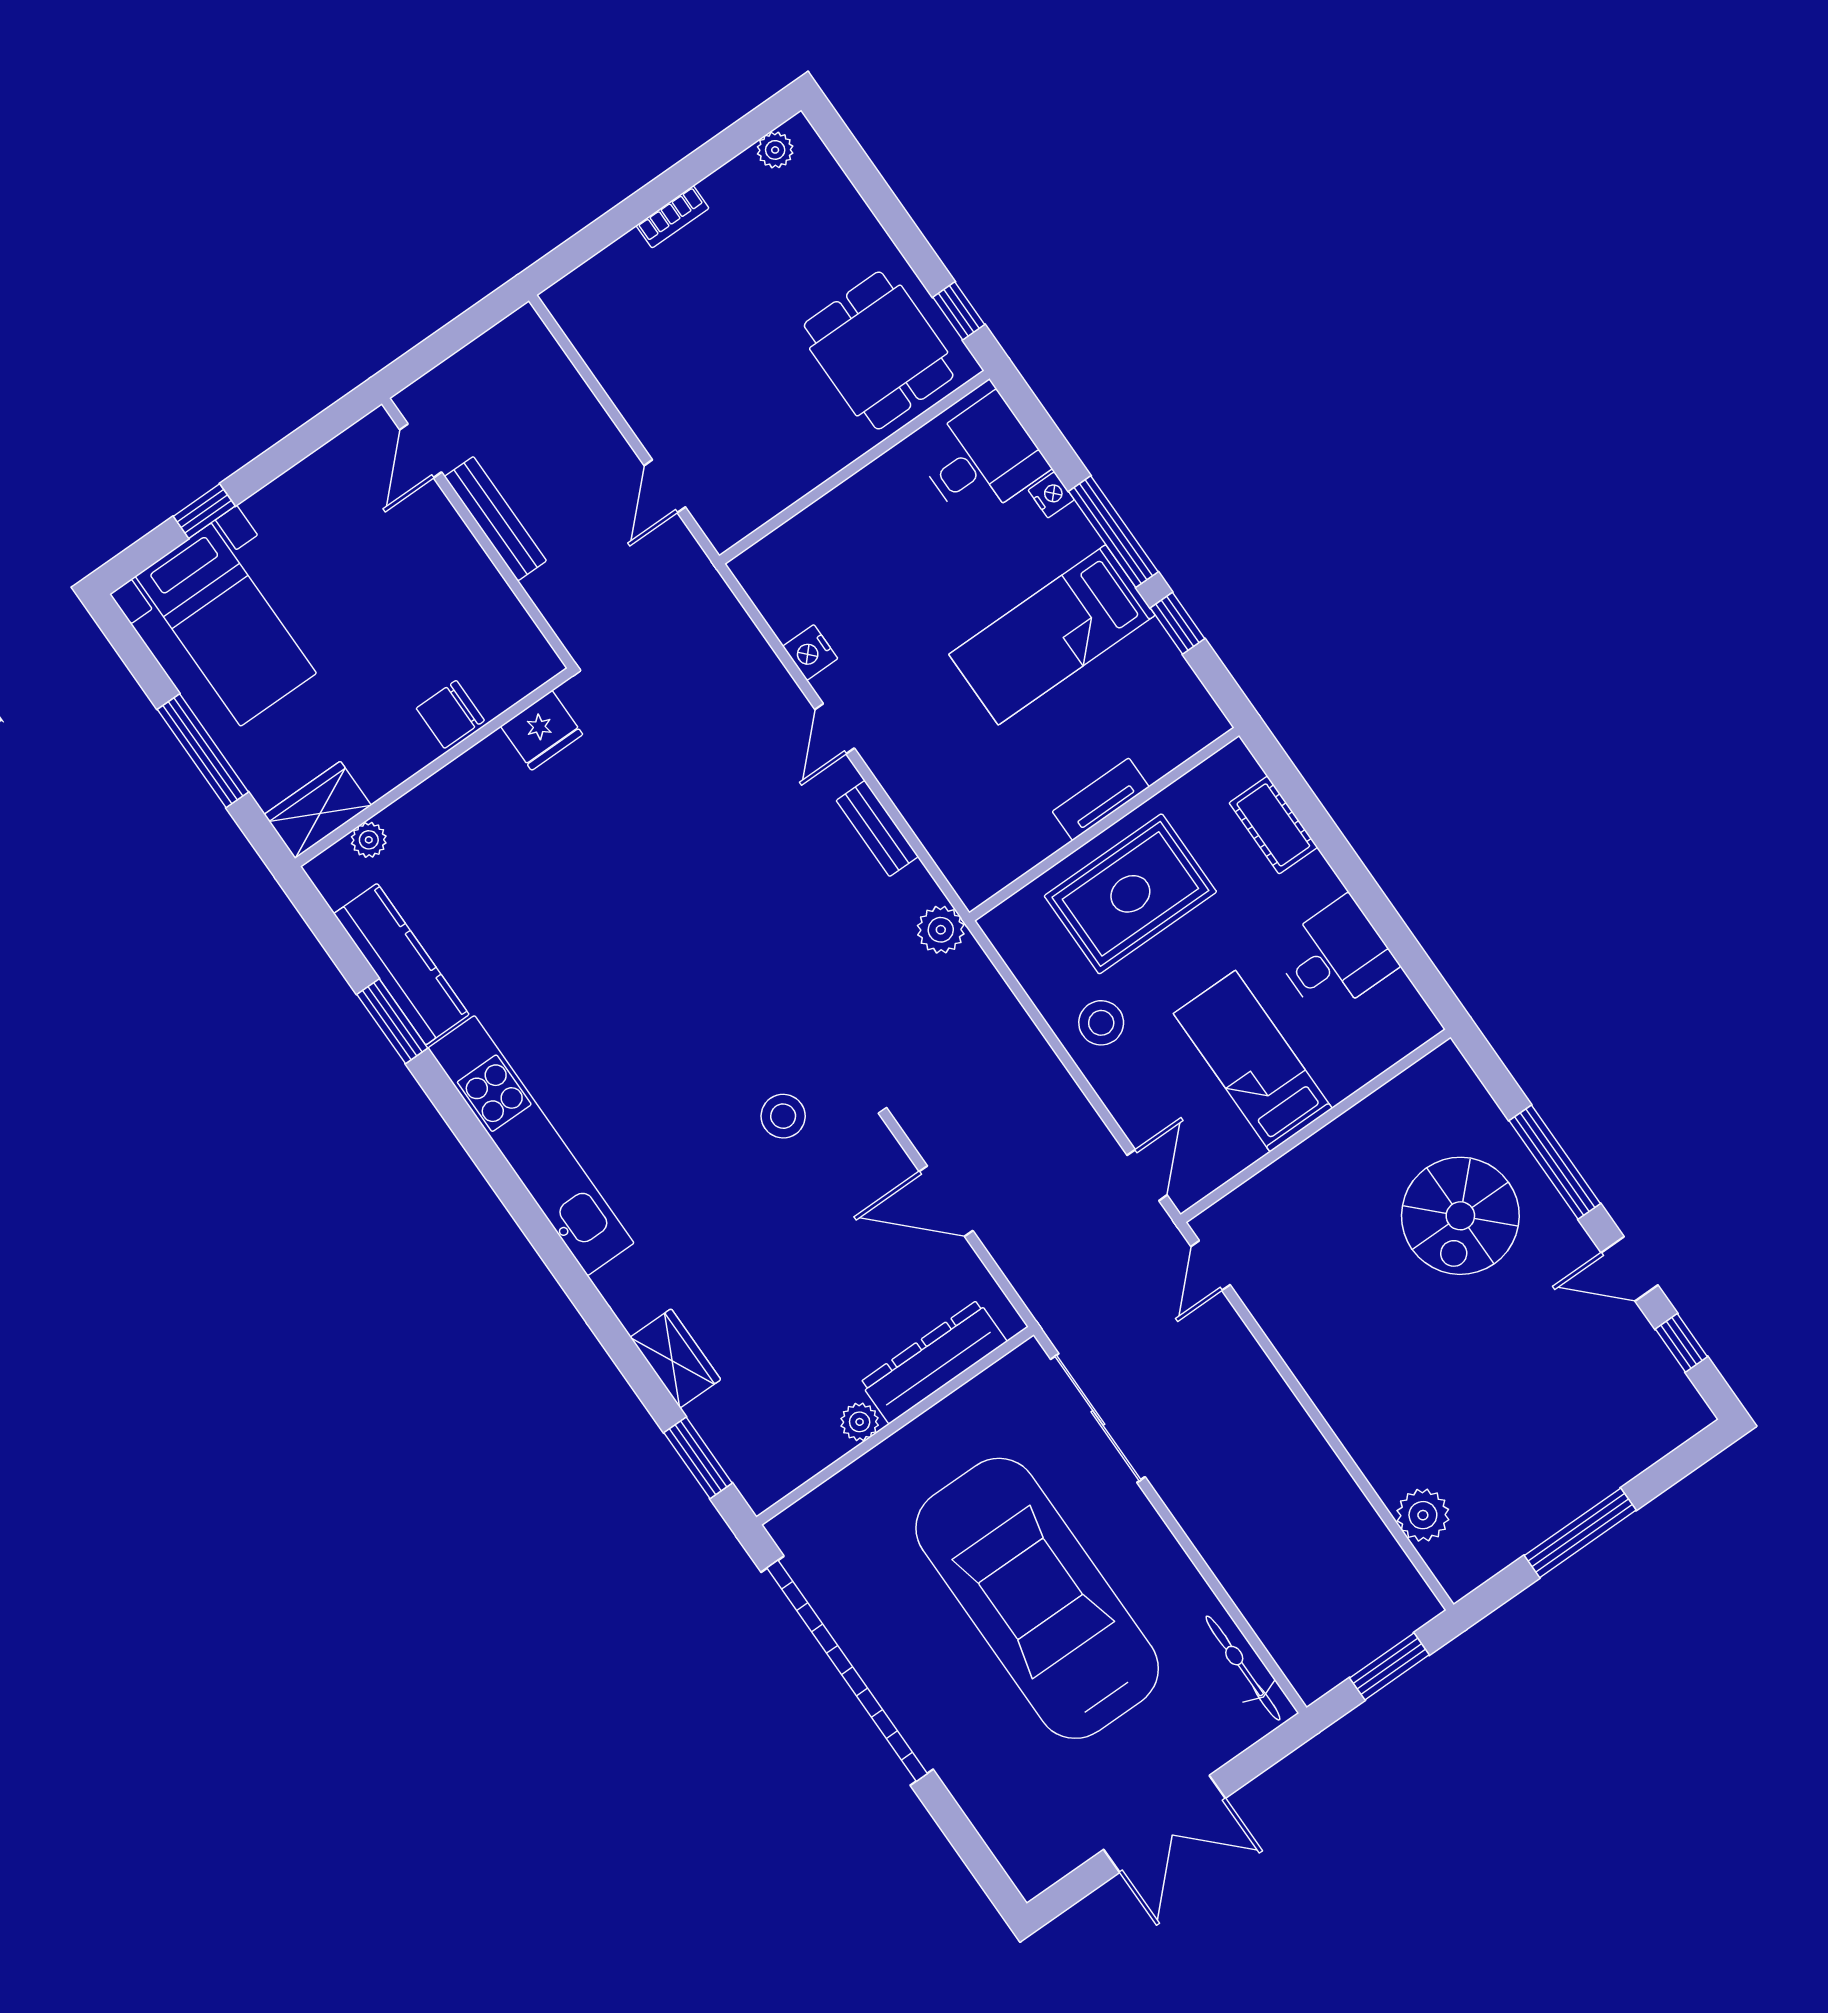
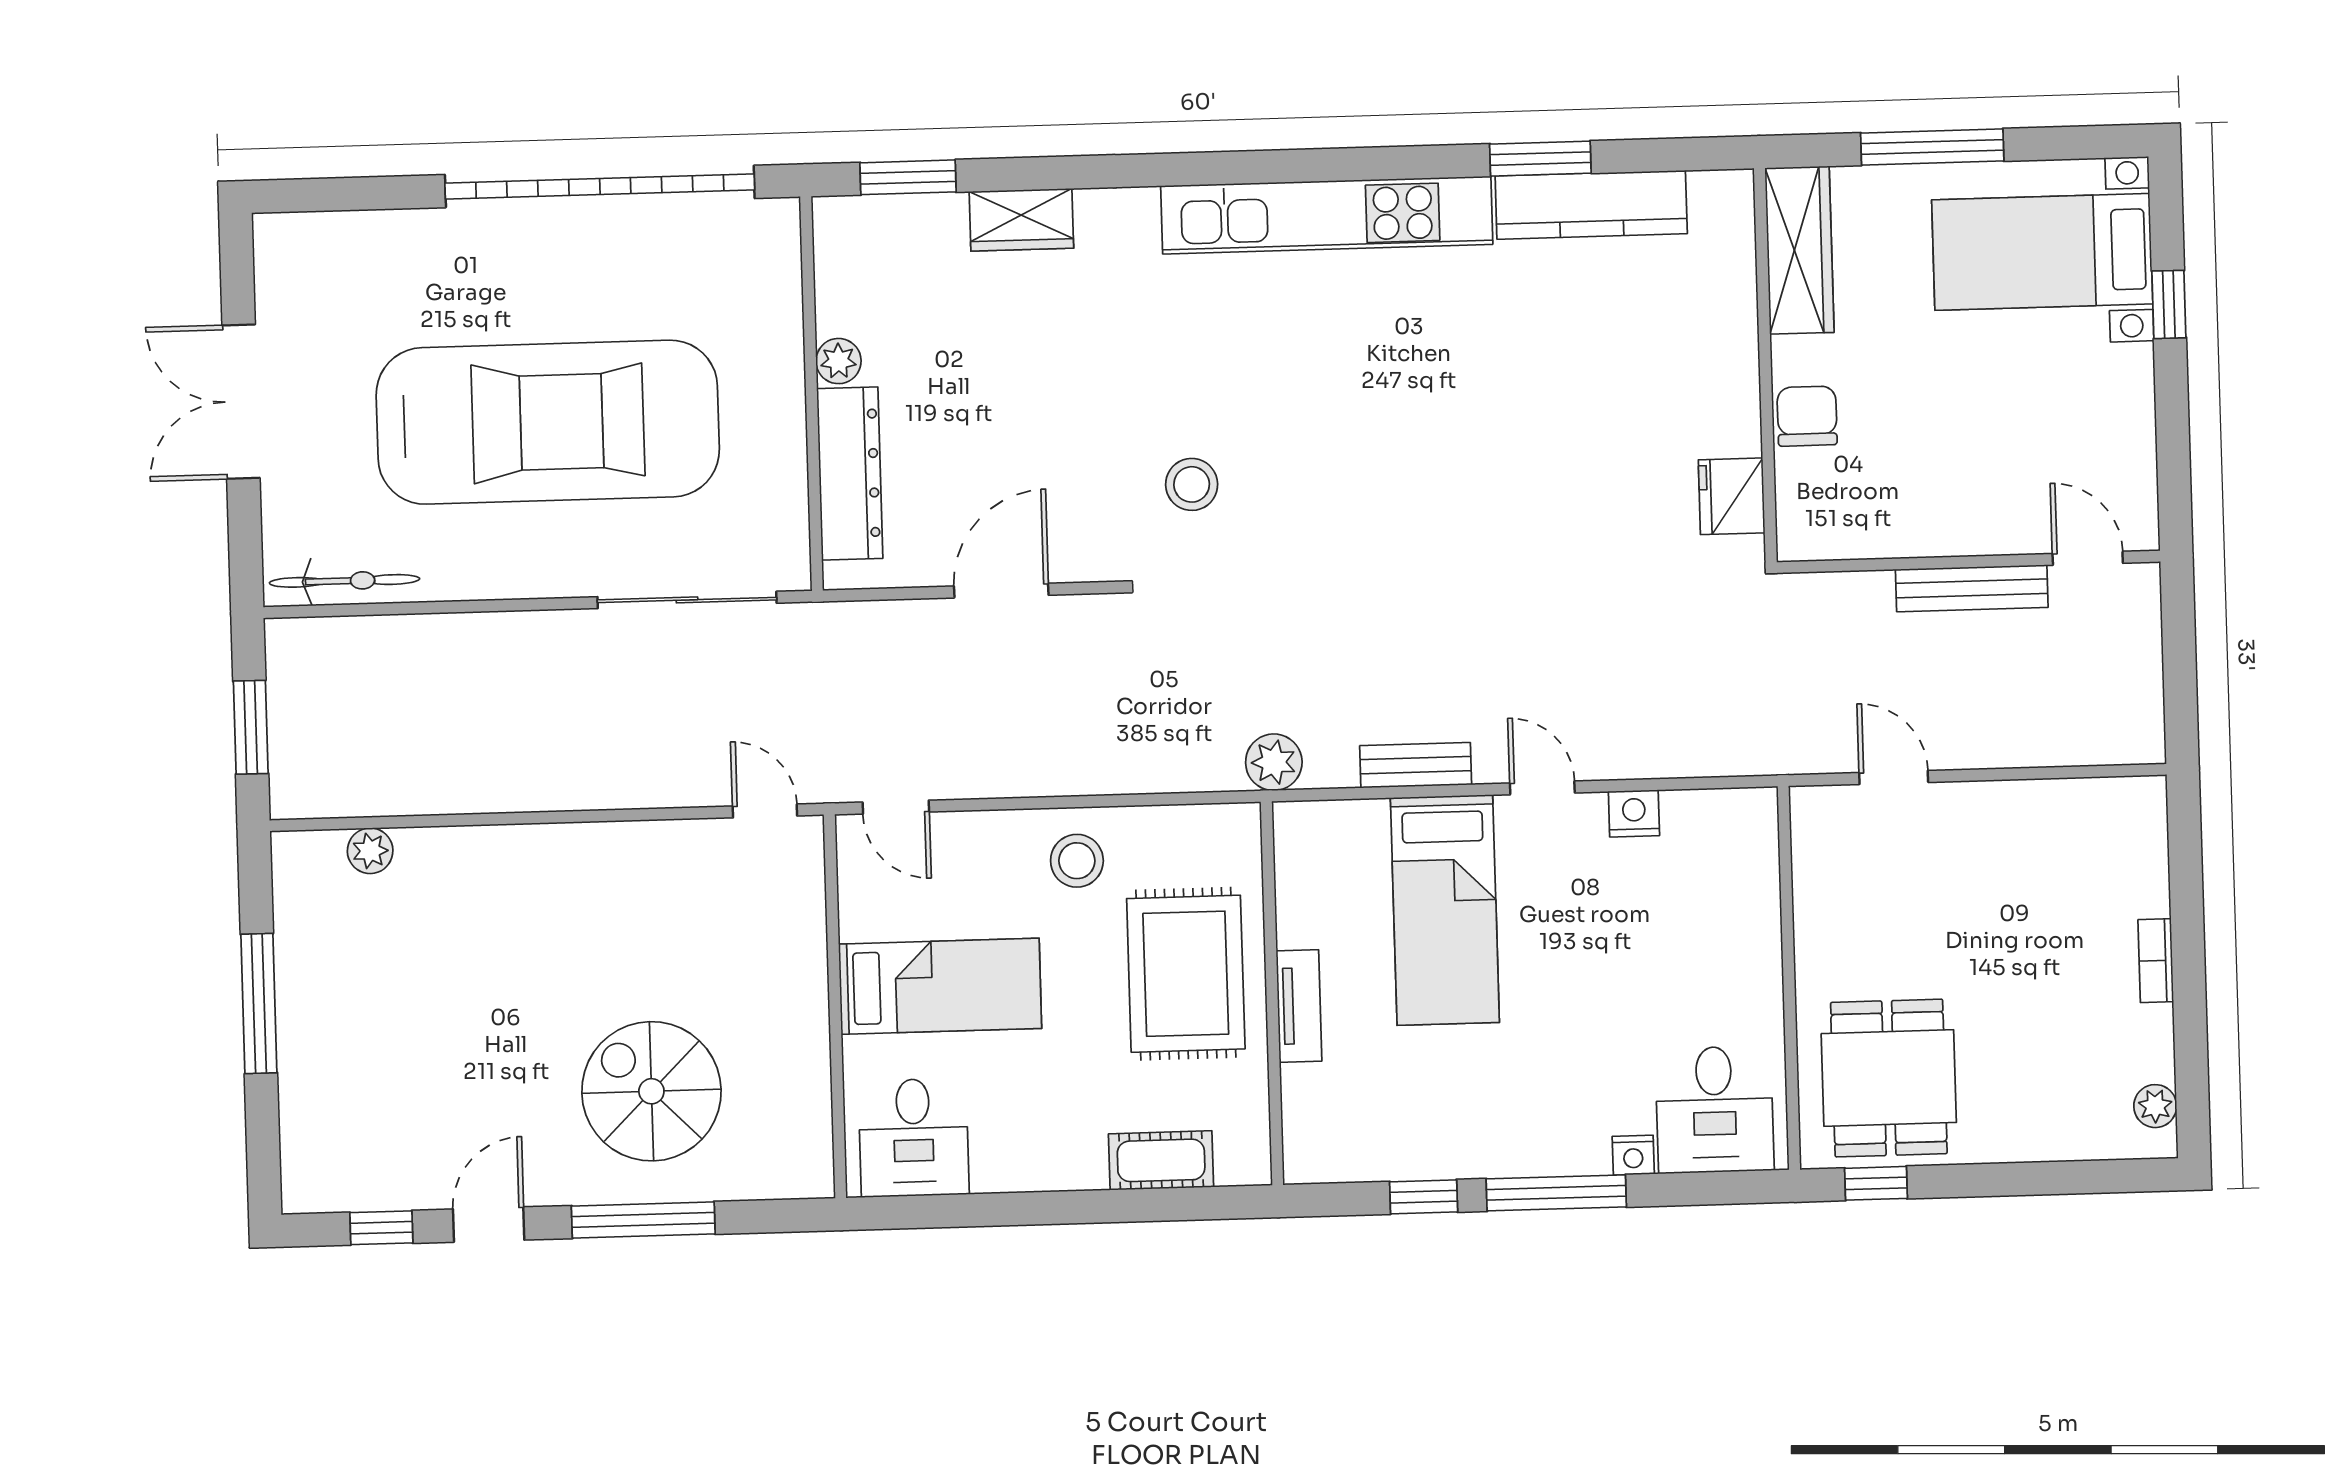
dining table: (879, 351) -> (1889, 1078), turned 90
bed: (1052, 635) -> (1445, 910), moved, turned 180
wardrobe: (318, 810) -> (1799, 250), width x1.50
plant: (369, 840) -> (1736, 253), removed
desk: (1335, 957) -> (914, 1138), moved
plant: (1423, 1515) -> (370, 851), width x0.73, depth x0.73

